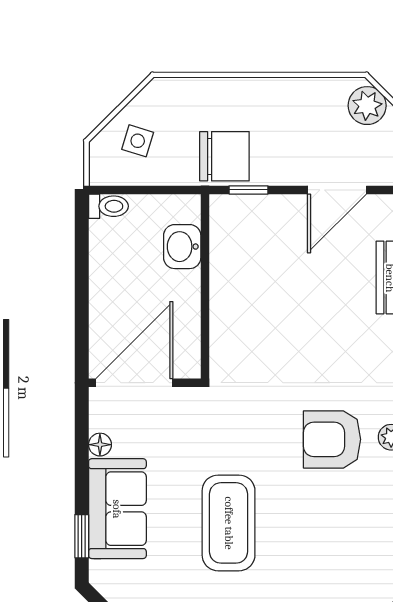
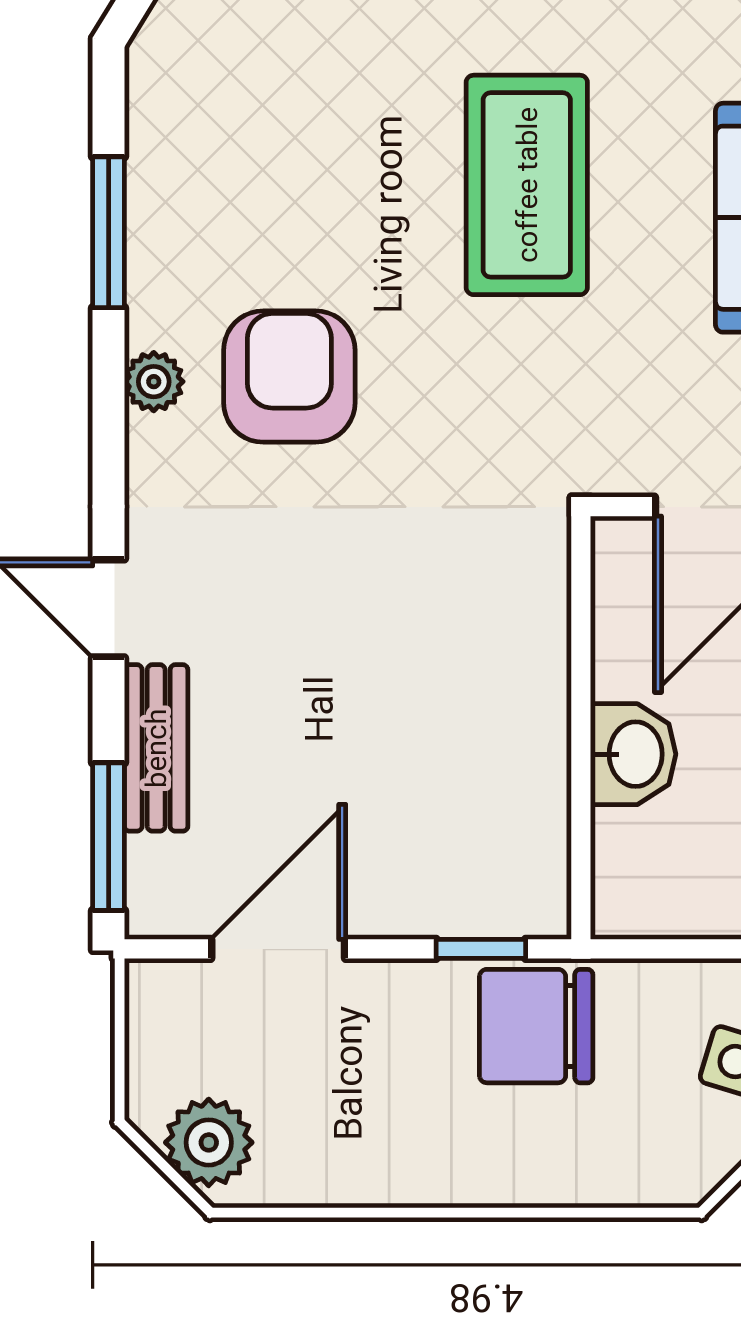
washbasin: (182, 247) -> (633, 754), moved
armchair: (332, 439) -> (289, 377), turned -90

